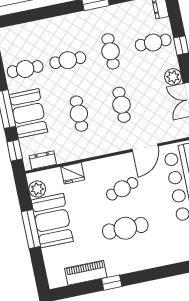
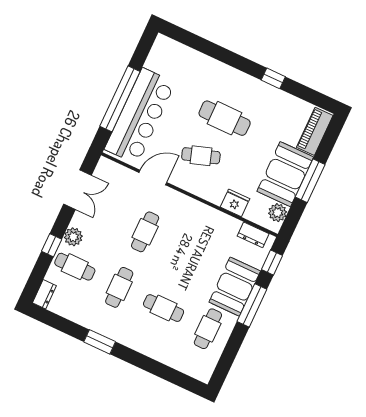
cafe table: (25, 69) -> (208, 329), turned 90
plant: (173, 77) -> (73, 237), moved
cafe table: (79, 114) -> (189, 253), removed
piano: (86, 273) -> (315, 131), moved, turned 90

